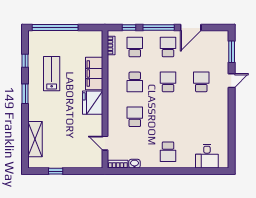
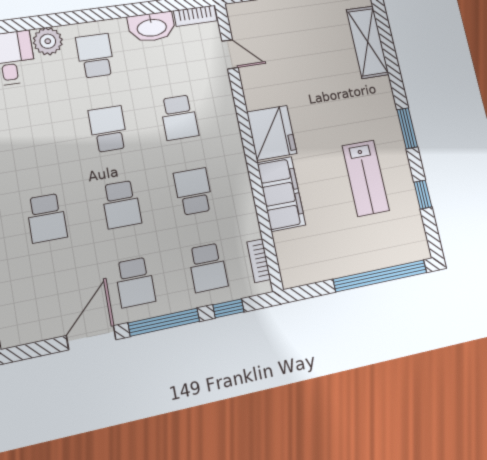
school desk: (168, 117) -> (108, 129), added
plant: (188, 162) -> (48, 41), added
washbasin: (134, 164) -> (152, 27), width x1.91, depth x1.45

